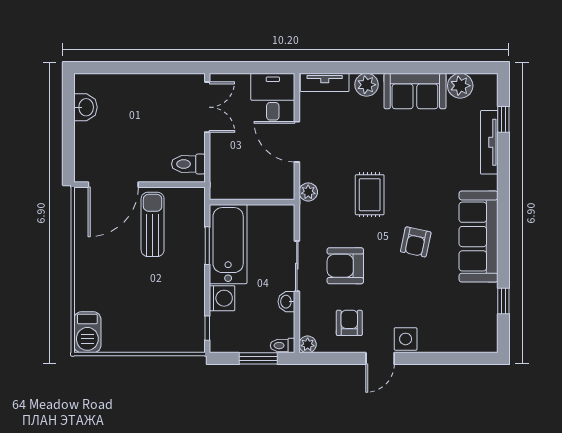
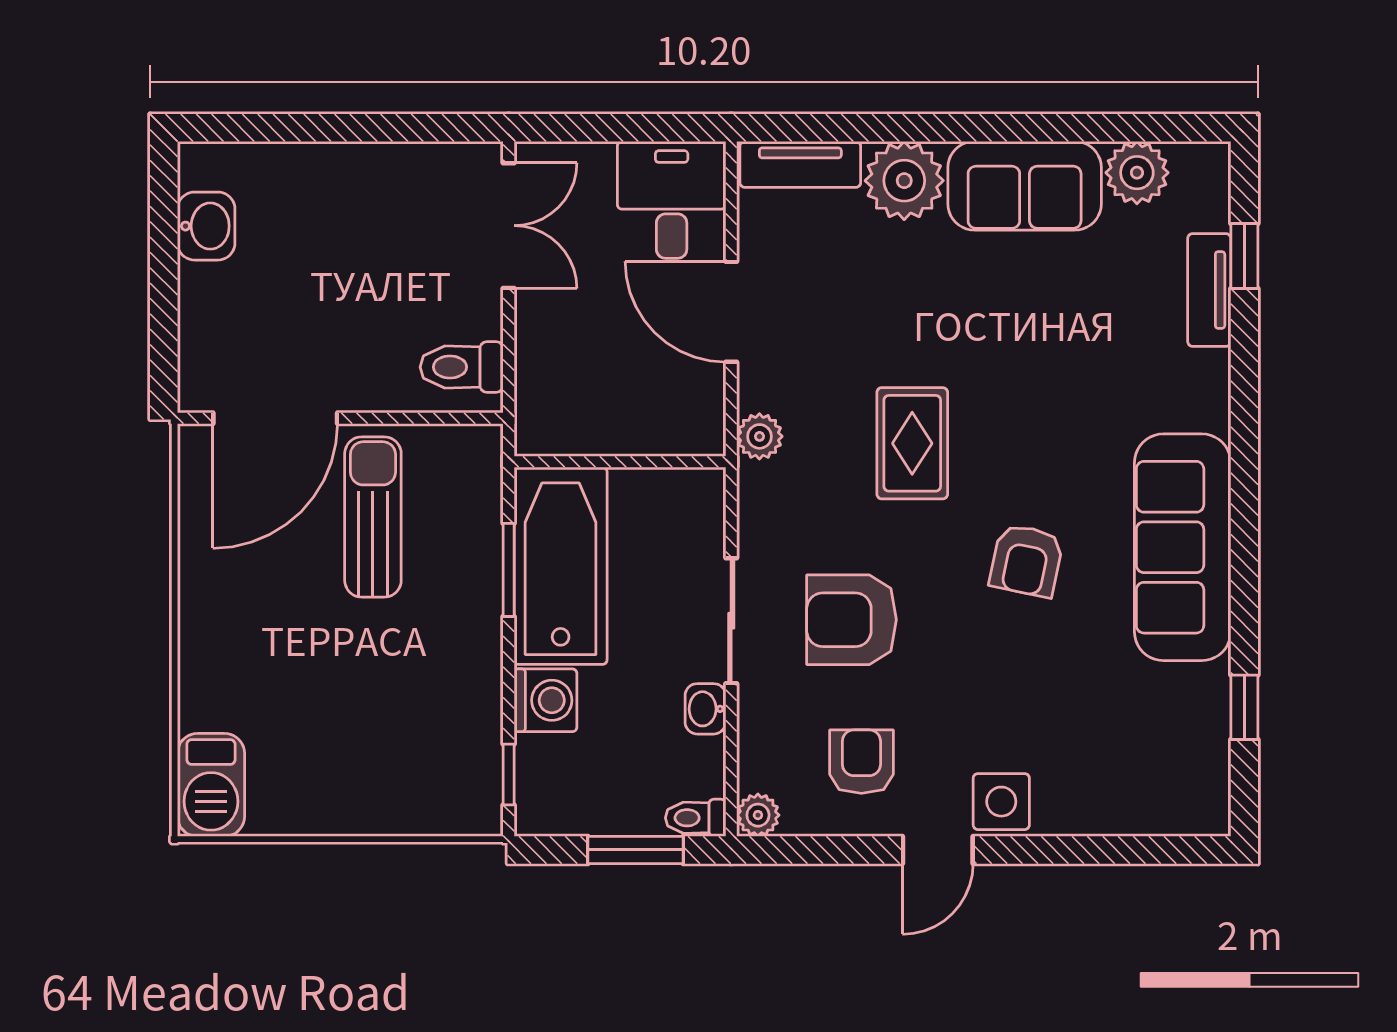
plant: (366, 85) -> (904, 181), width x1.36, depth x1.36
tv unit: (489, 142) -> (1209, 290), width x0.71

